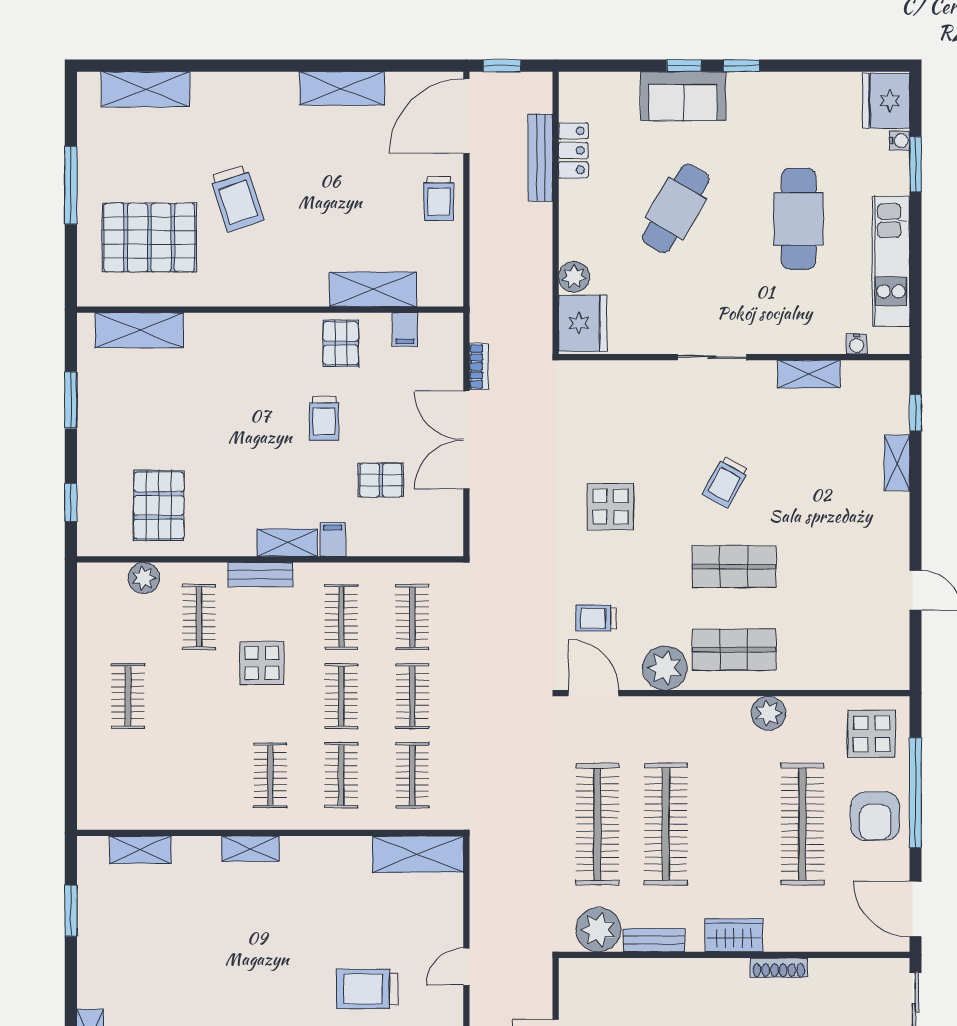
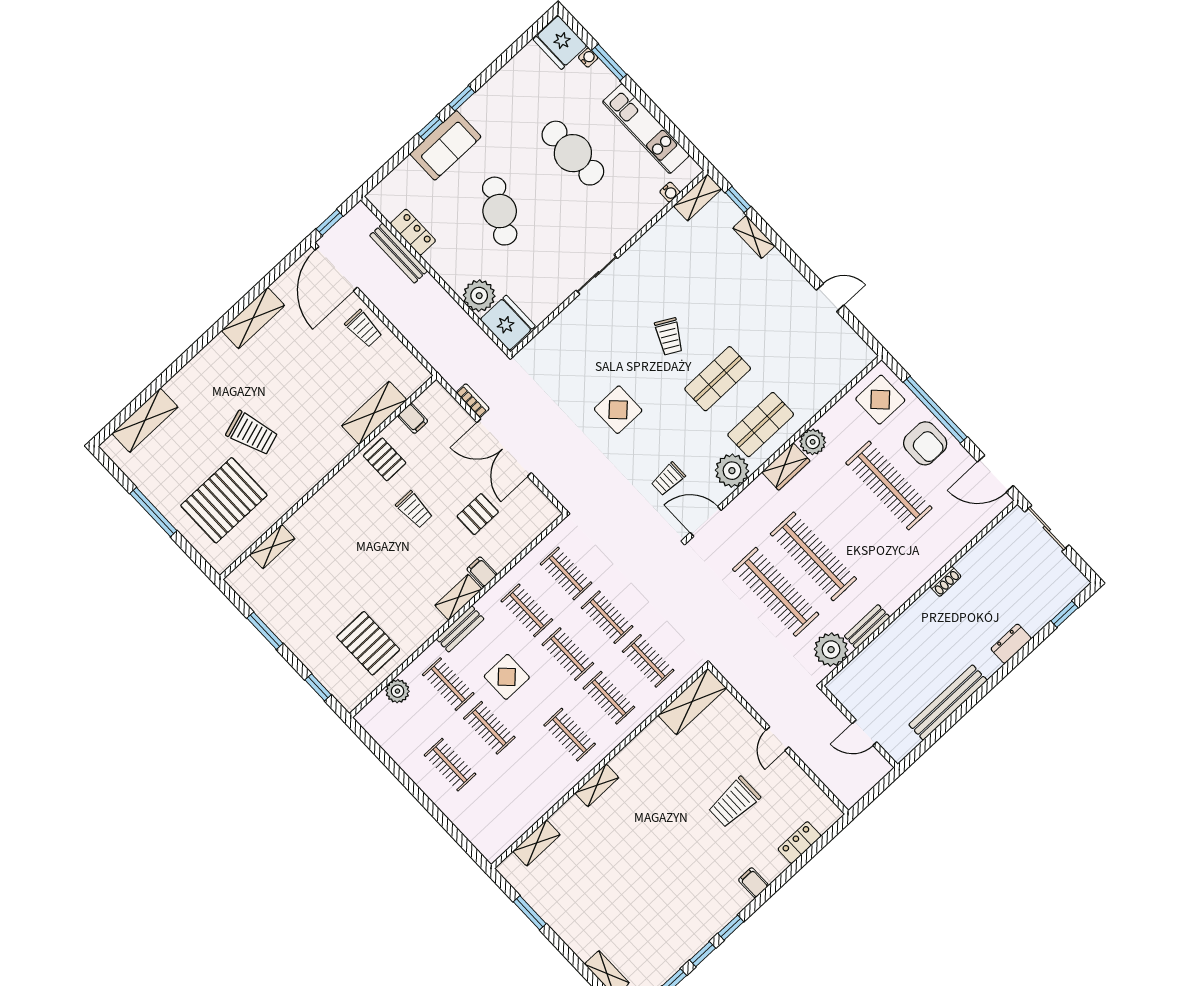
plant: (574, 277) -> (479, 296), width x1.36, depth x1.36
shelving: (139, 330) -> (272, 547), width x0.67, depth x0.75
shelving: (809, 374) -> (698, 197), moved
clothes rail: (199, 696) -> (489, 728), added
wardrobe: (734, 935) -> (786, 467), moved, turned 180
shoe rack: (779, 968) -> (946, 581), width x0.70

